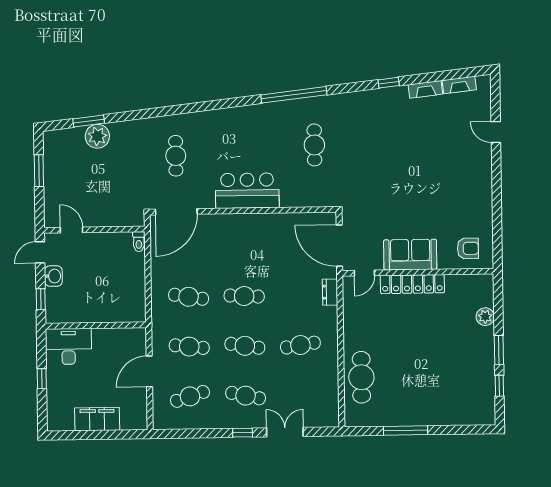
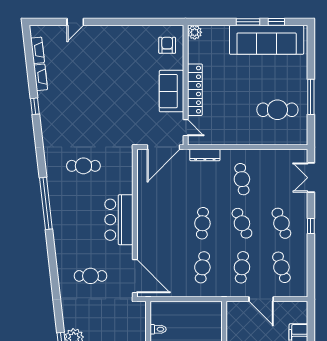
window: (294, 95) -> (46, 203), moved
toilet: (139, 242) -> (158, 329), moved
dresser: (330, 292) -> (205, 155), width x1.44
plant: (485, 317) -> (195, 32), moved
cafe table: (245, 346) -> (242, 223), turned -33
sofa: (477, 374) -> (267, 40), added
cafe table: (361, 377) -> (277, 110), moved
cafe table: (246, 396) -> (281, 223), turned -33
double door: (285, 432) -> (311, 178), moved

